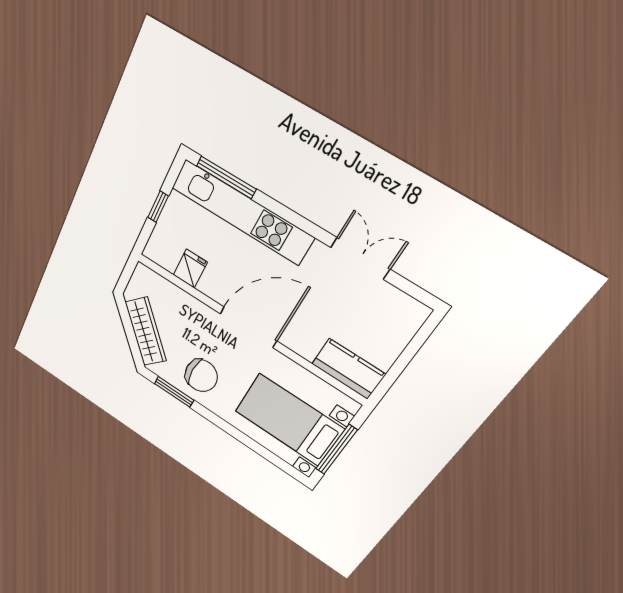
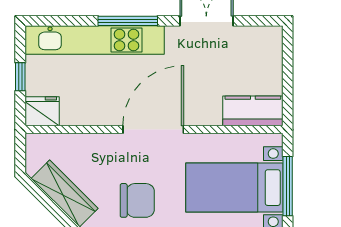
window: (226, 177) -> (128, 21), moved
fridge: (190, 269) -> (42, 111), moved, width x1.38

